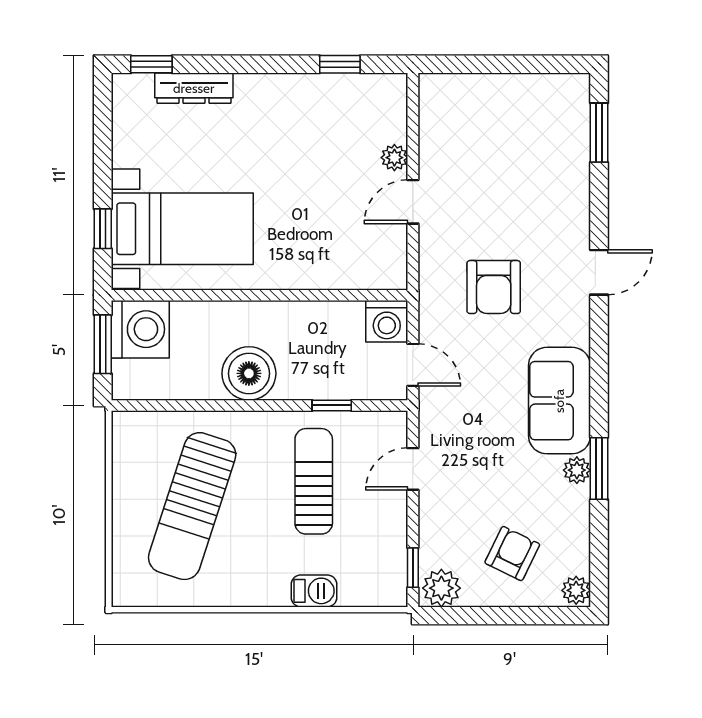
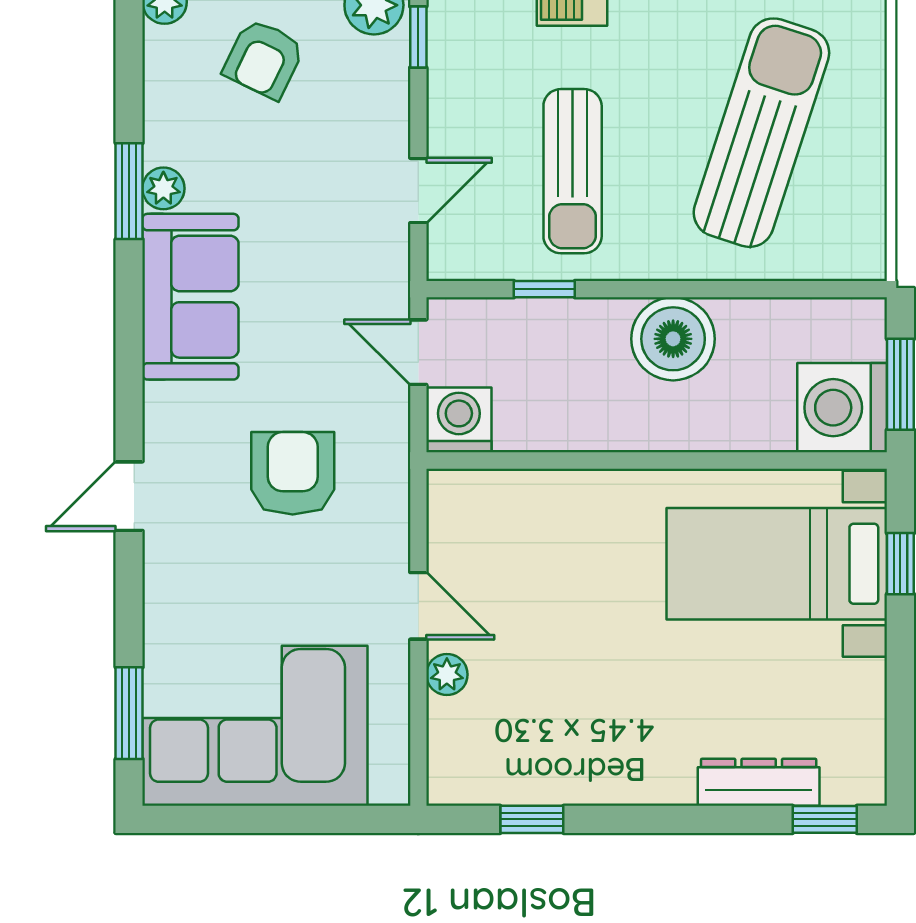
corner sofa: (518, 125) -> (255, 726), added
door: (413, 202) -> (418, 606), hinge flipped

